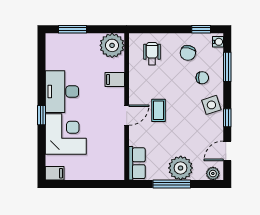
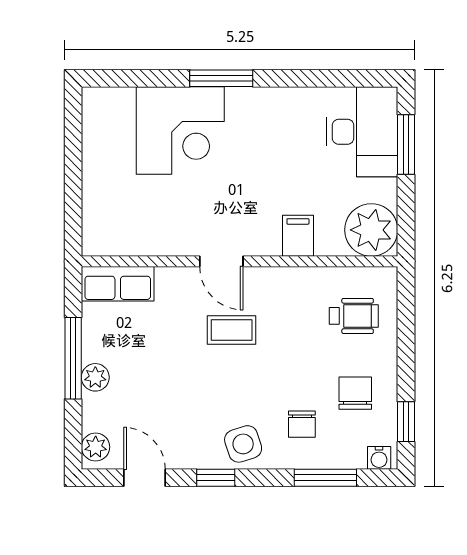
chair: (188, 53) -> (355, 393), turned 77
desk: (62, 92) -> (362, 132), moved, turned 90
window: (42, 115) -> (221, 78), width x1.50
plant: (181, 168) -> (95, 377), width x0.53, depth x0.53
filing cabinet: (55, 173) -> (96, 106), removed

